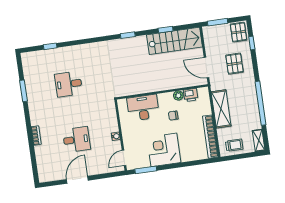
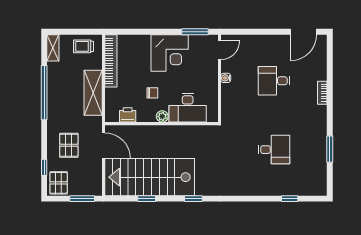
stairs: (174, 41) -> (150, 177), width x1.36, depth x1.51
plant: (178, 95) -> (162, 116), moved
door: (77, 180) -> (303, 32), moved

